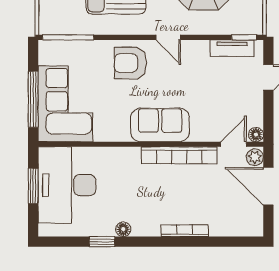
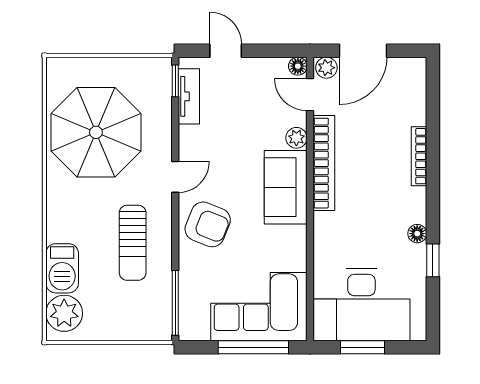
armchair: (130, 63) -> (208, 224), turned -68
plant: (199, 134) -> (296, 138), added

